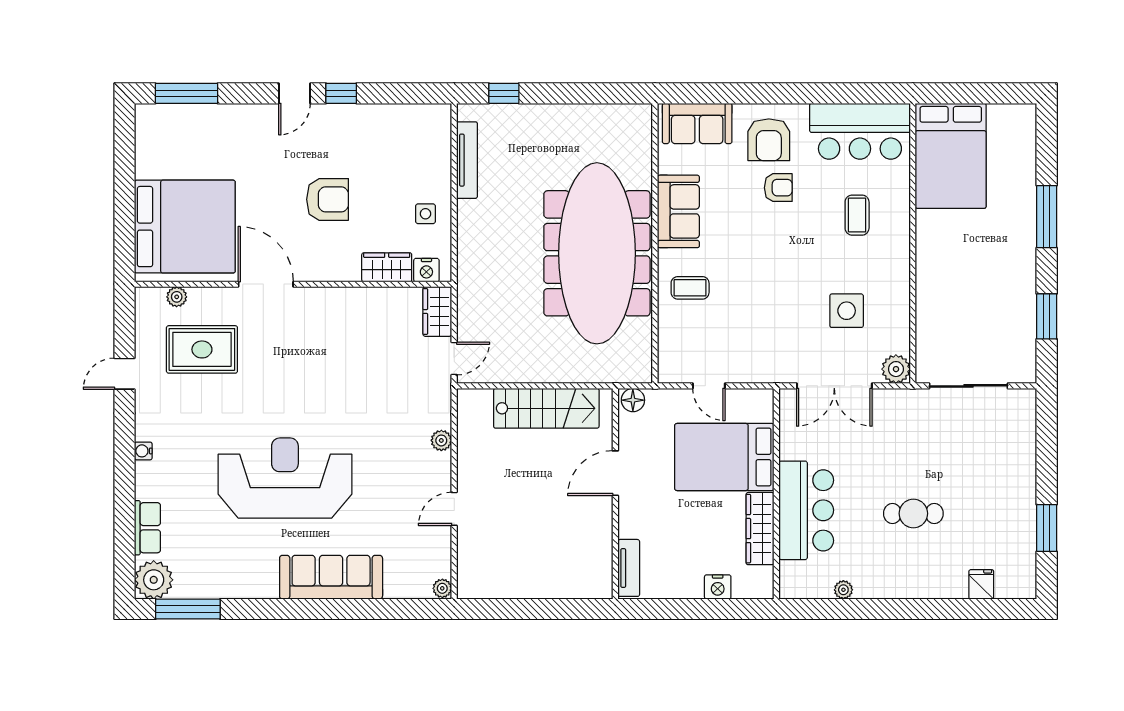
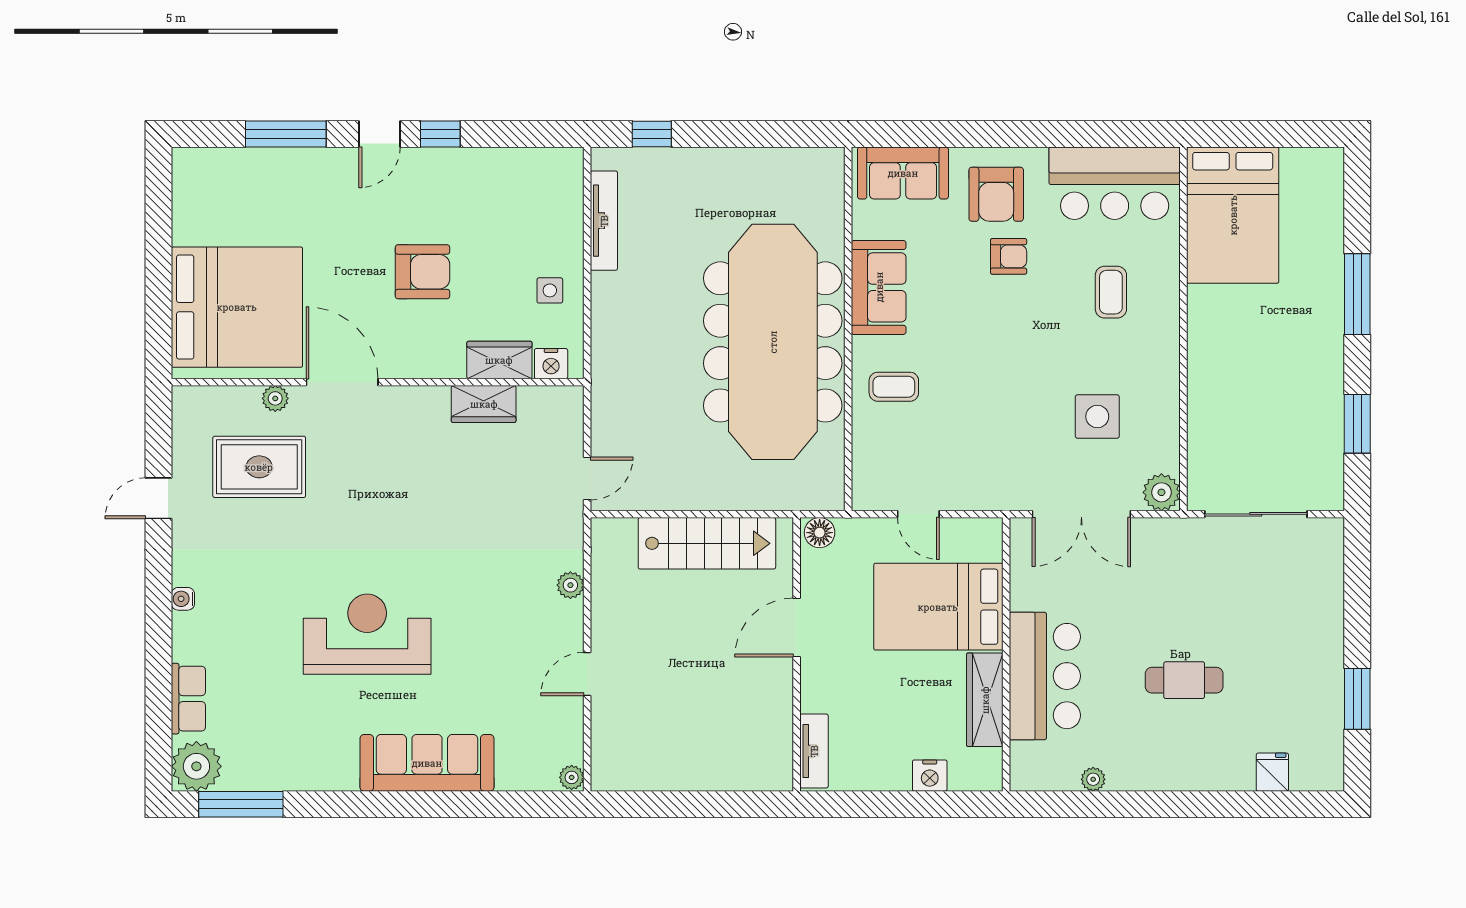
window: (187, 93) -> (286, 134), moved
plant: (177, 297) -> (275, 398), moved
wardrobe: (437, 311) -> (484, 404), moved, turned -90
reception desk: (285, 478) -> (367, 634), width x0.74, depth x0.77

